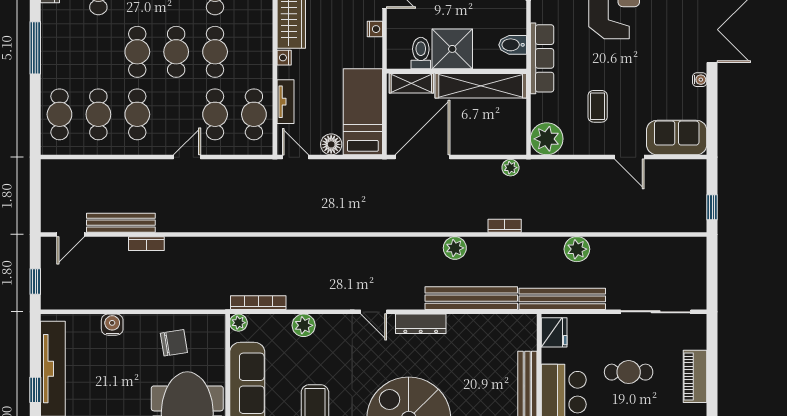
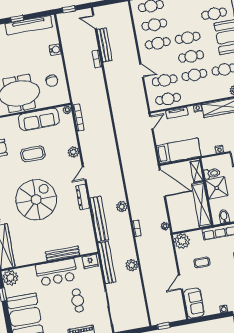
floor lamp: (331, 144) -> (160, 139), removed
plant: (304, 325) -> (74, 152), moved

